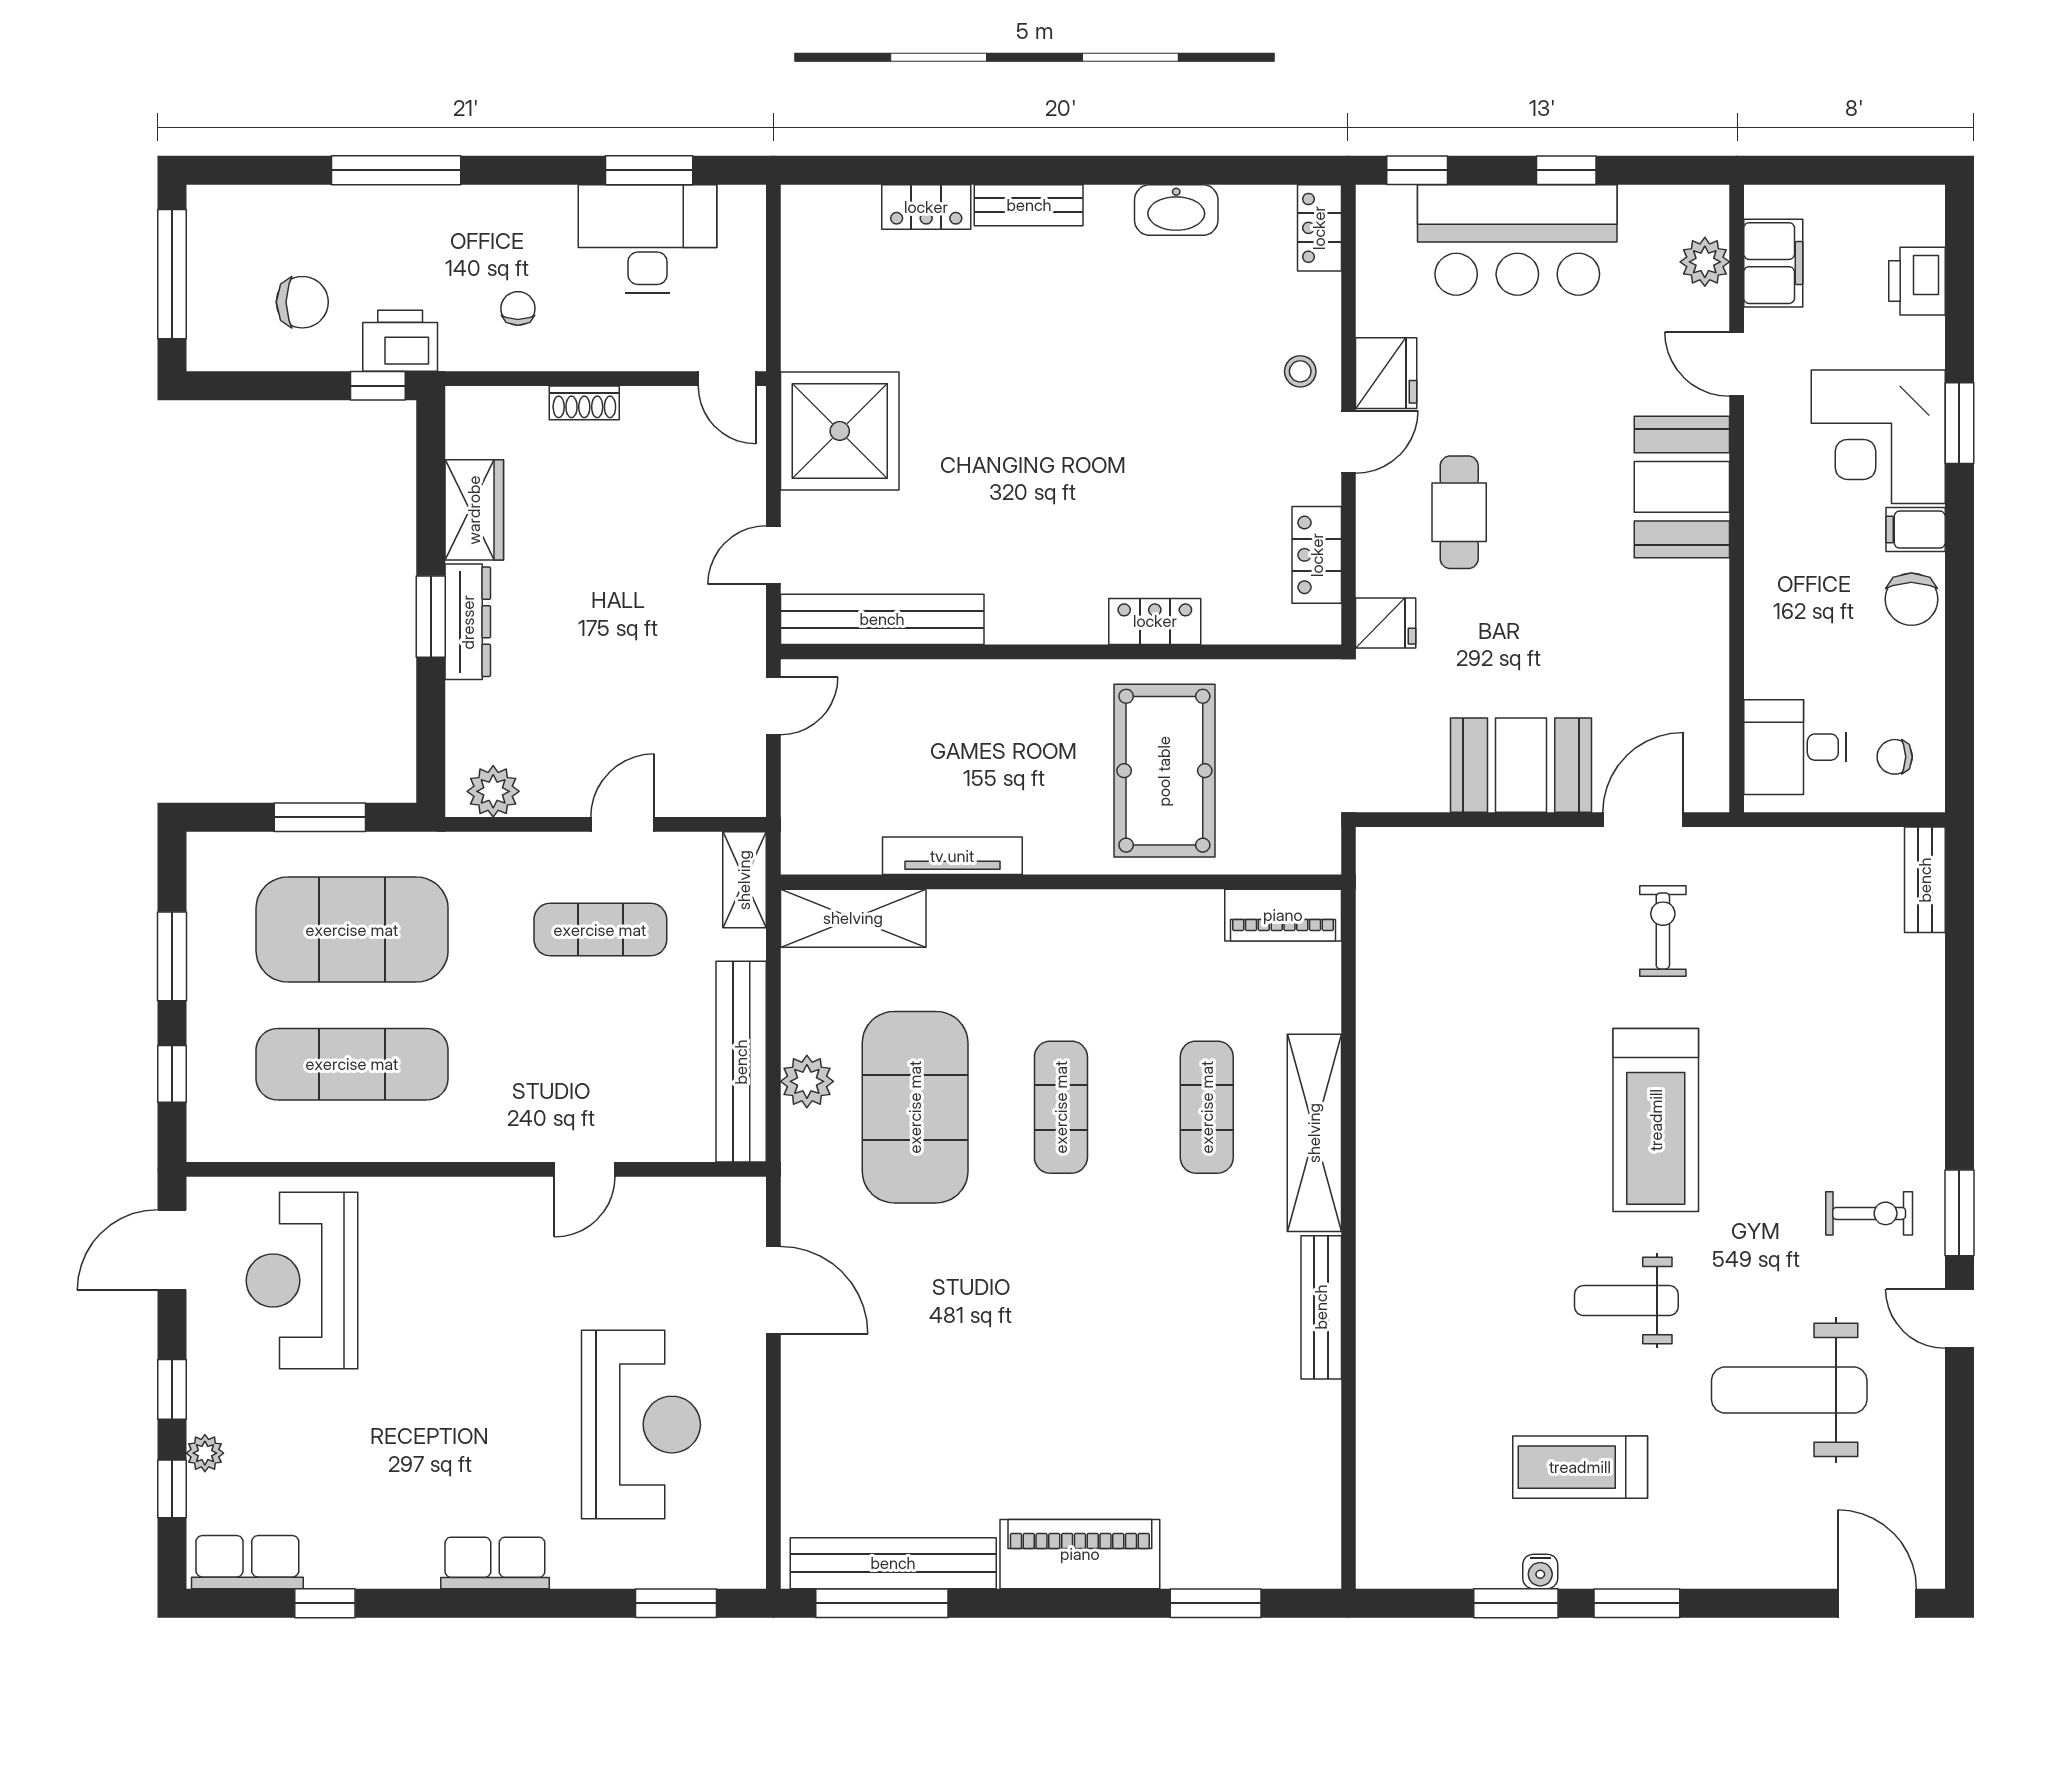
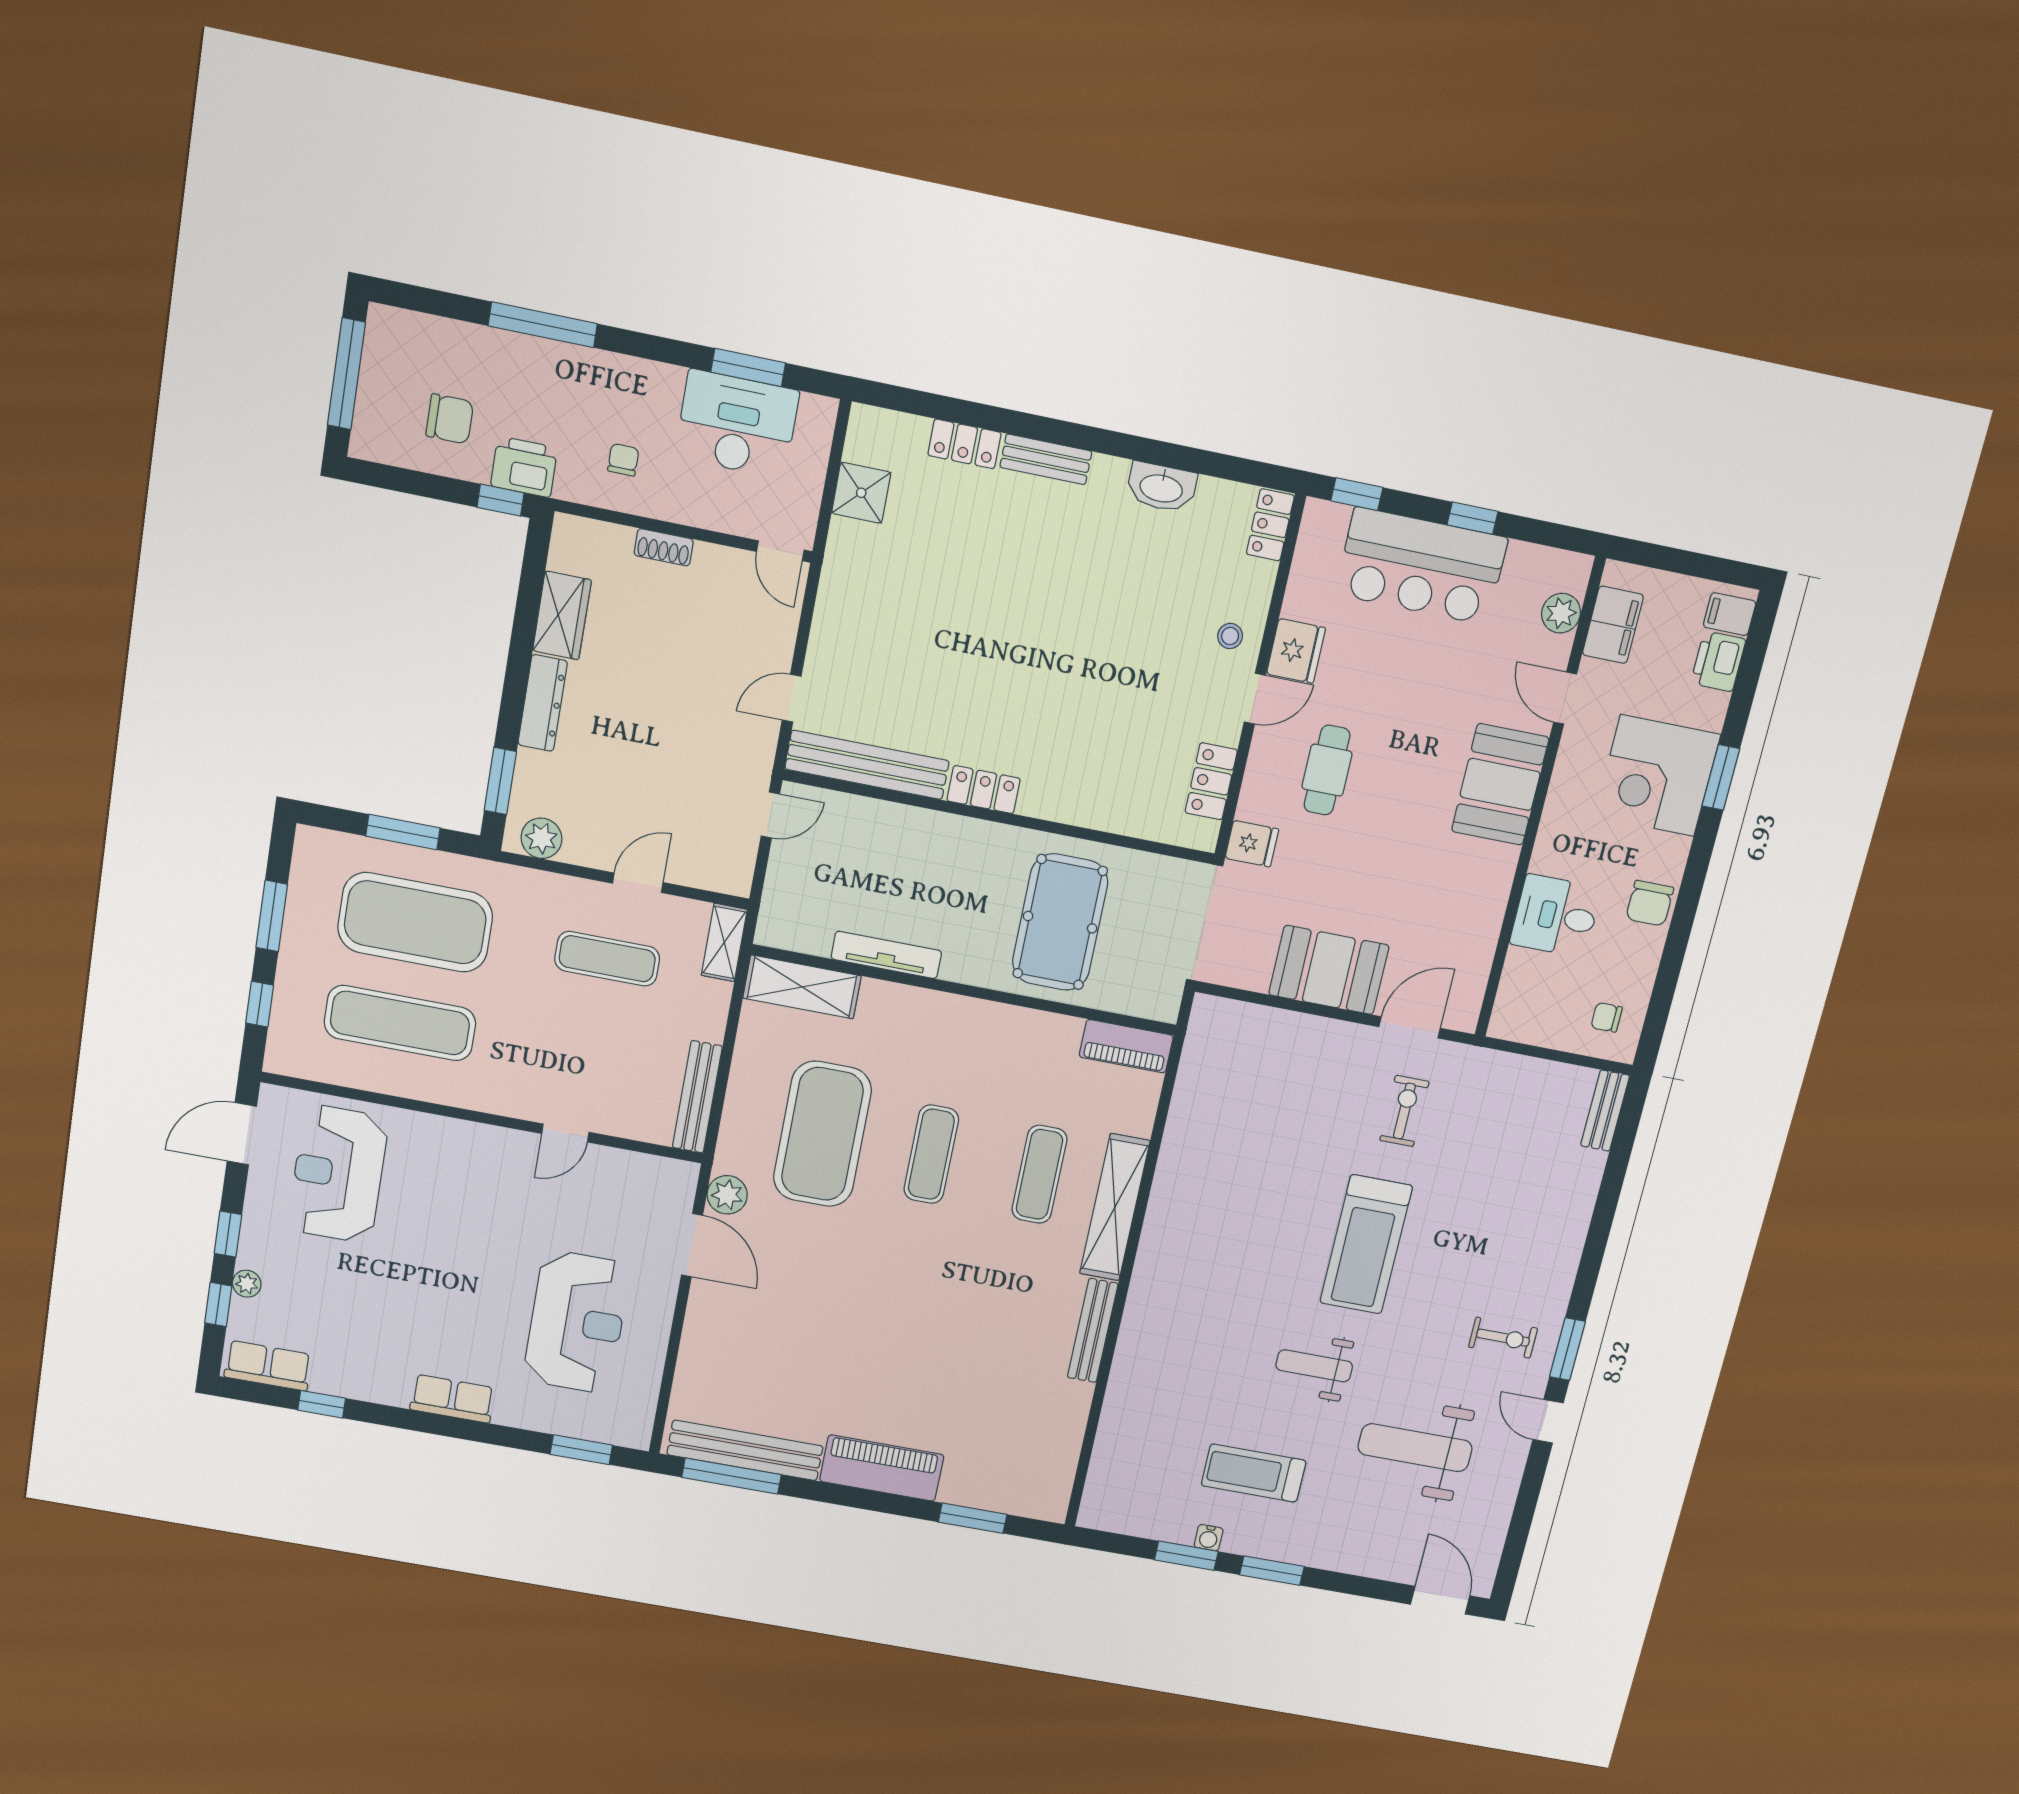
shower: (840, 431) -> (861, 493), moved, width x0.54, depth x0.54
filing cabinet: (1916, 530) -> (1730, 614), moved
window: (431, 617) -> (500, 781), moved
locker: (1155, 621) -> (984, 790), moved
desk: (1795, 747) -> (1556, 916), moved
bench: (741, 1062) -> (697, 1097), width x0.73, depth x0.82
plant: (807, 1081) -> (727, 1195), moved

